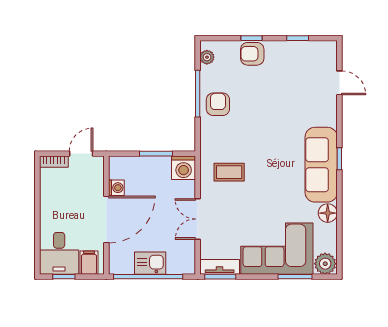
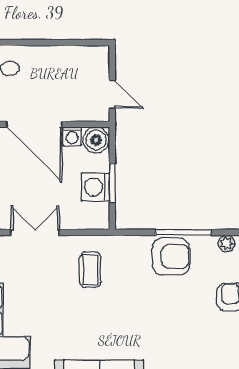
armchair: (218, 104) -> (171, 256), width x1.38, depth x1.38
bookcase: (54, 162) -> (103, 62), removed
boiler: (120, 167) -> (96, 140), added
washing machine: (184, 168) -> (96, 187), moved

